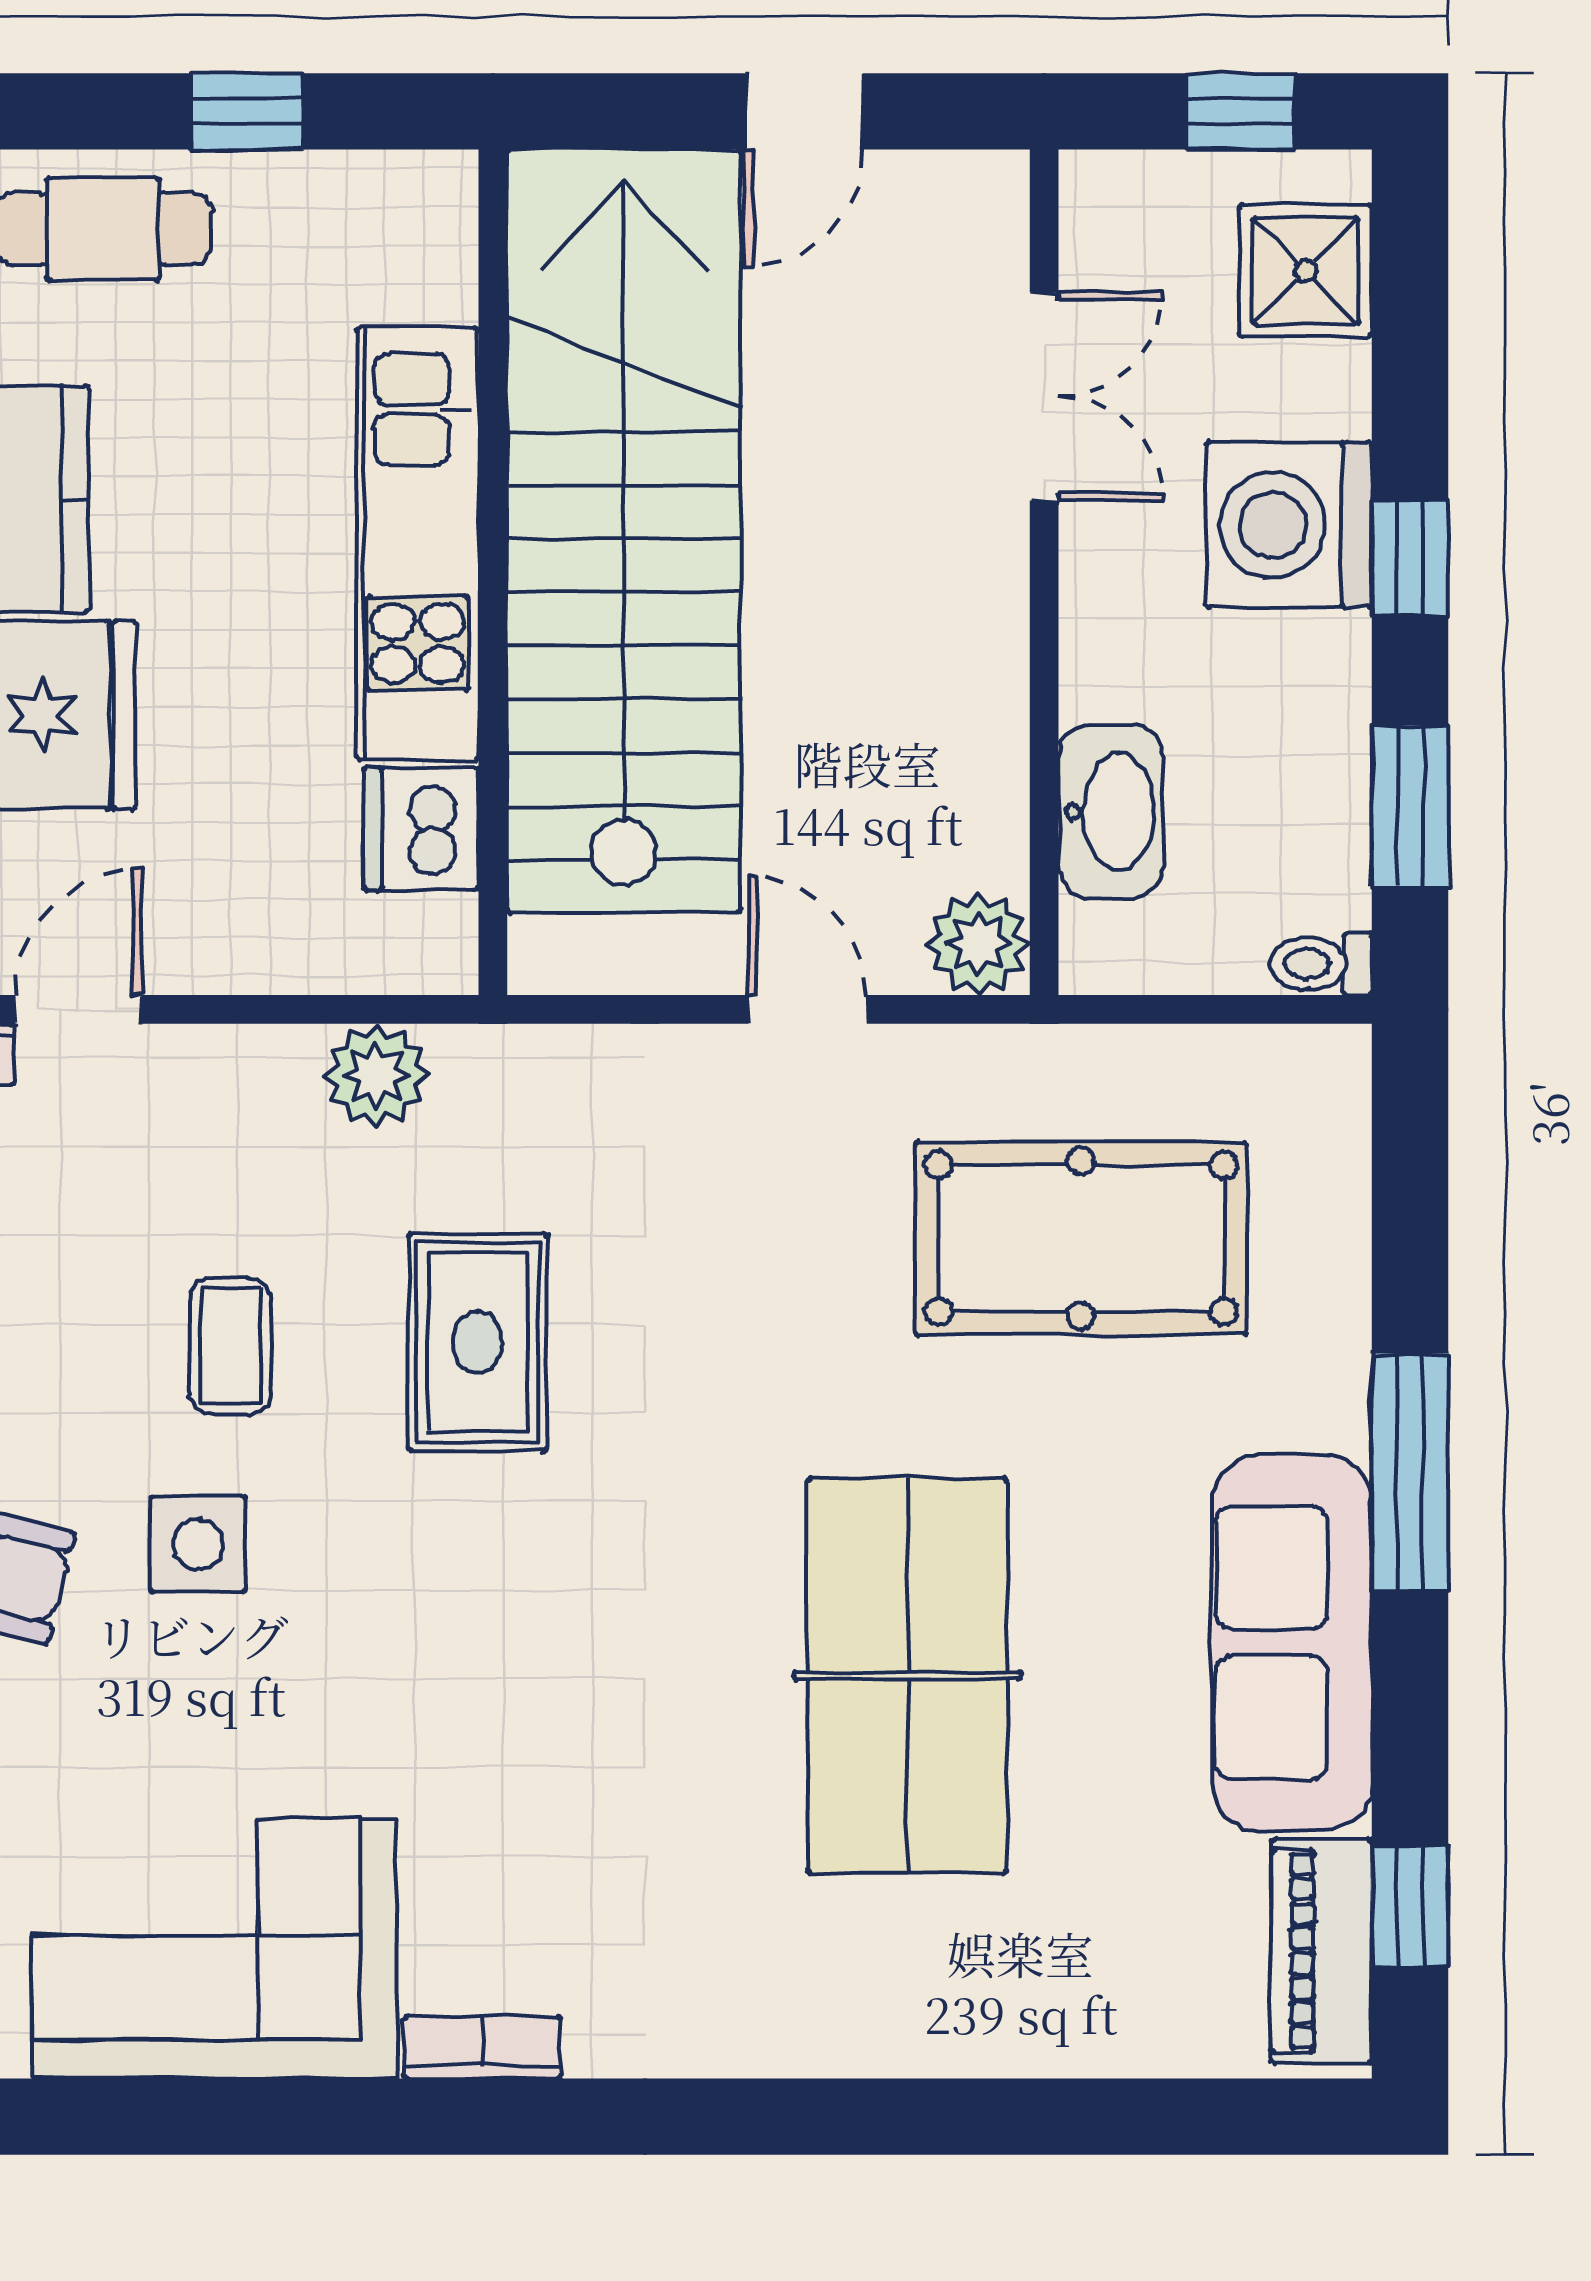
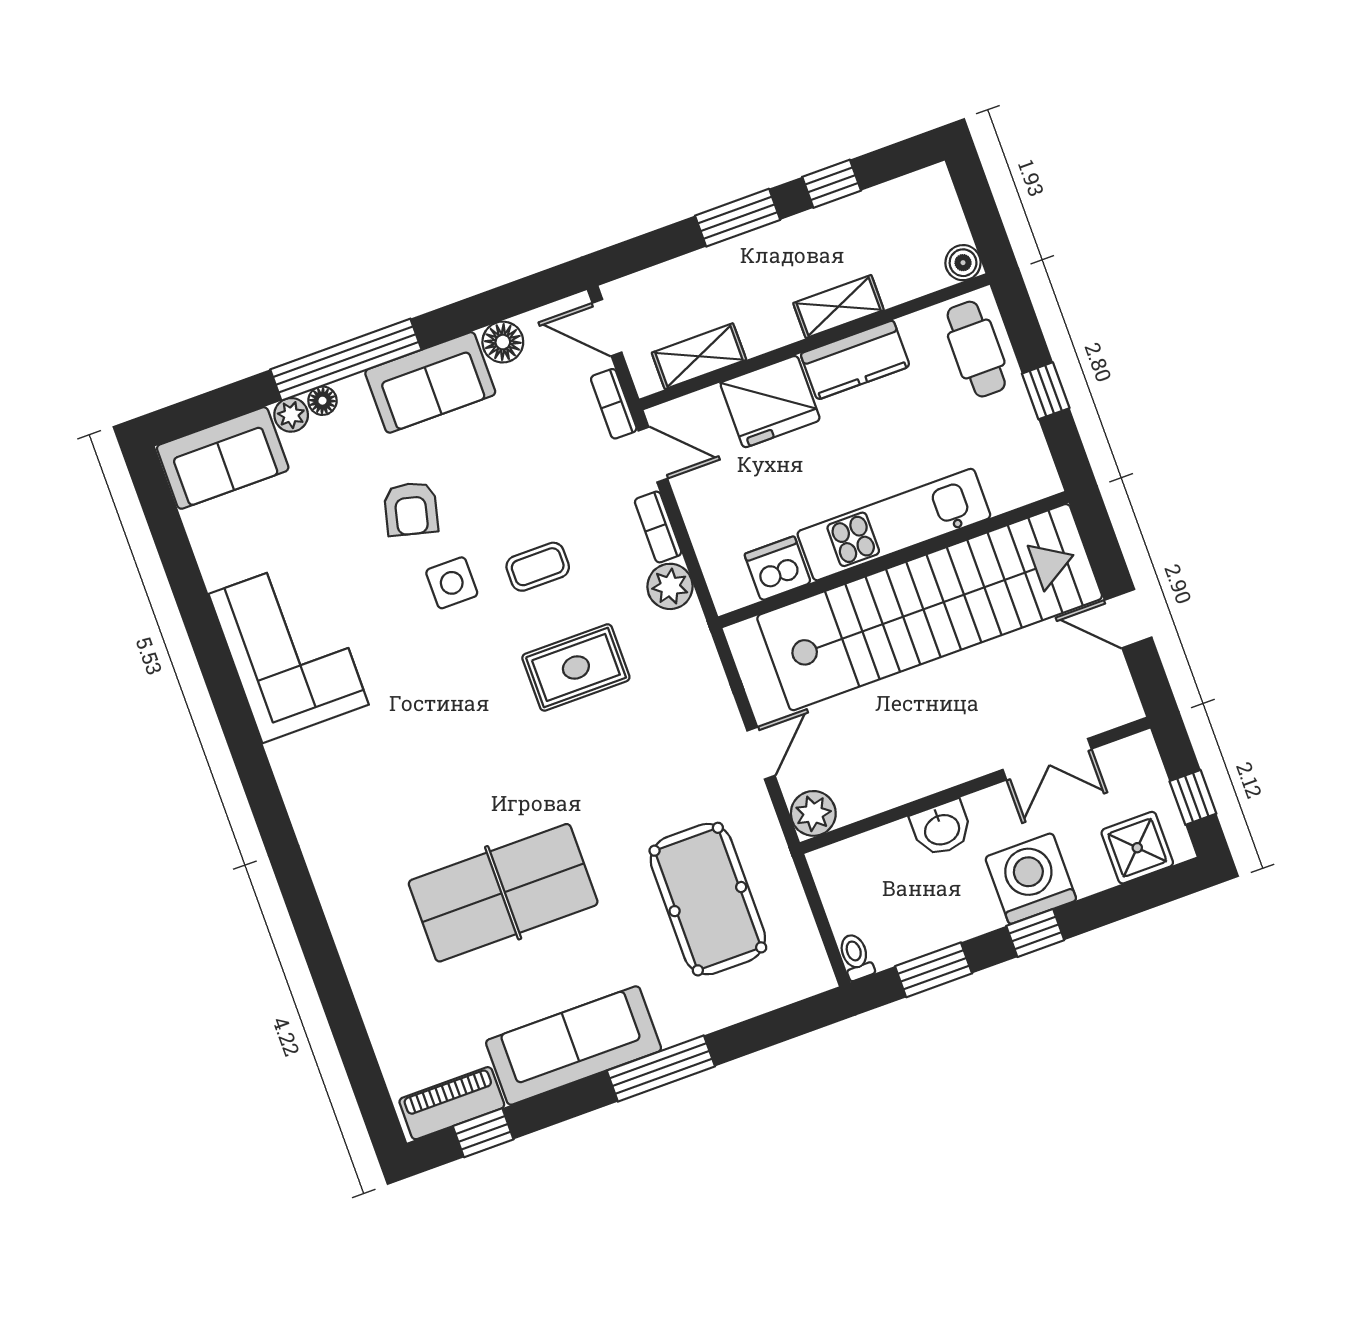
washbasin: (1111, 812) -> (942, 828), moved, width x0.72
bookcase: (482, 2047) -> (658, 527), moved, turned 180

